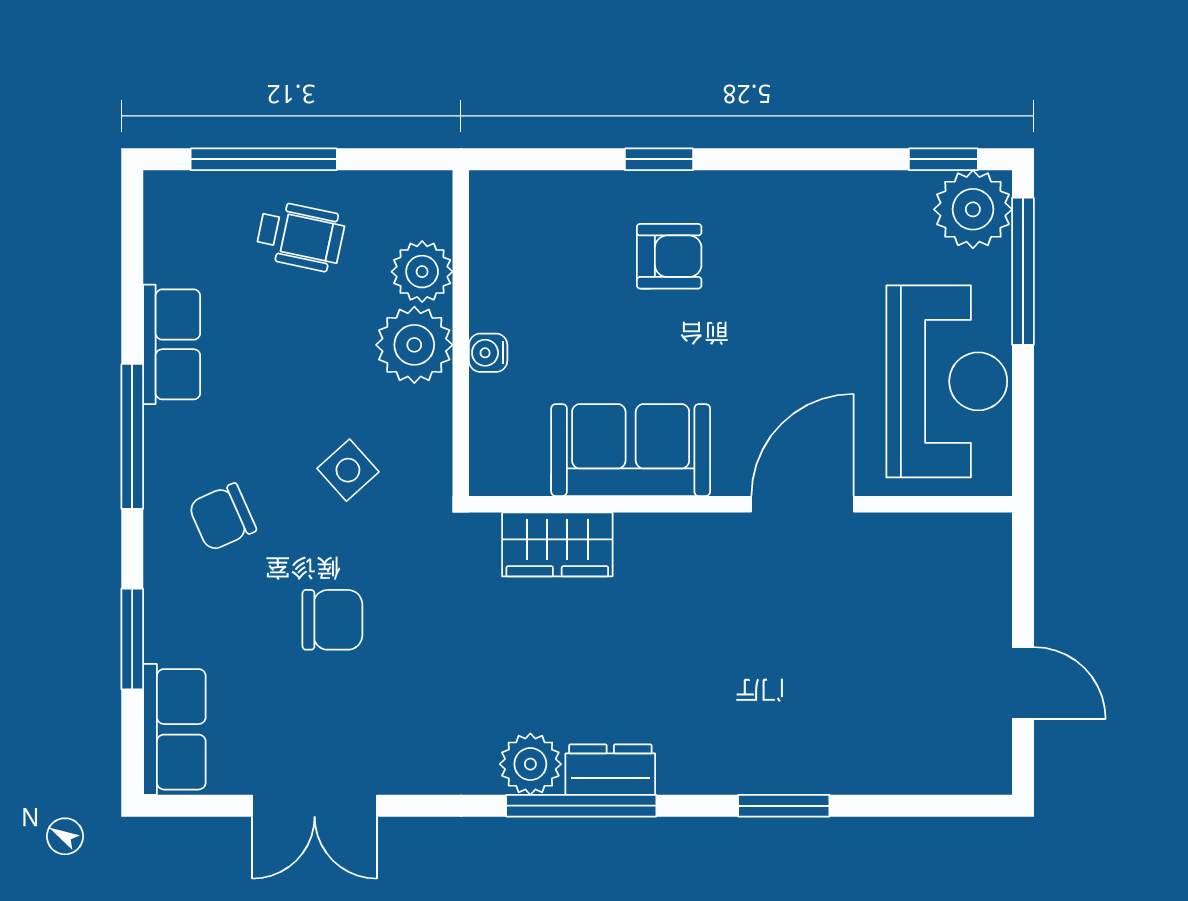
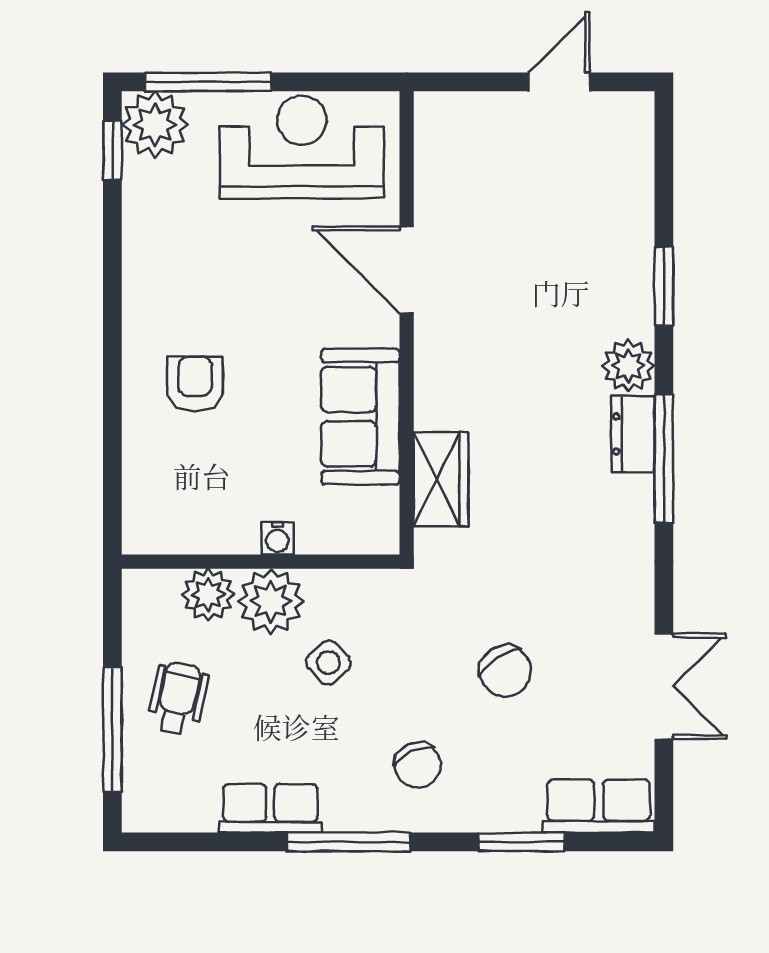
window: (659, 159) -> (112, 392), removed
side table: (348, 470) -> (328, 663), moved
chair: (332, 620) -> (505, 671), turned 147
plant: (530, 764) -> (628, 366), moved

